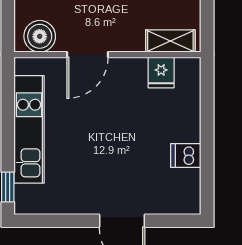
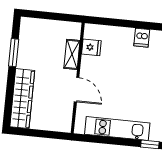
boiler: (40, 36) -> (63, 117), removed
shelving: (170, 41) -> (72, 54), moved

